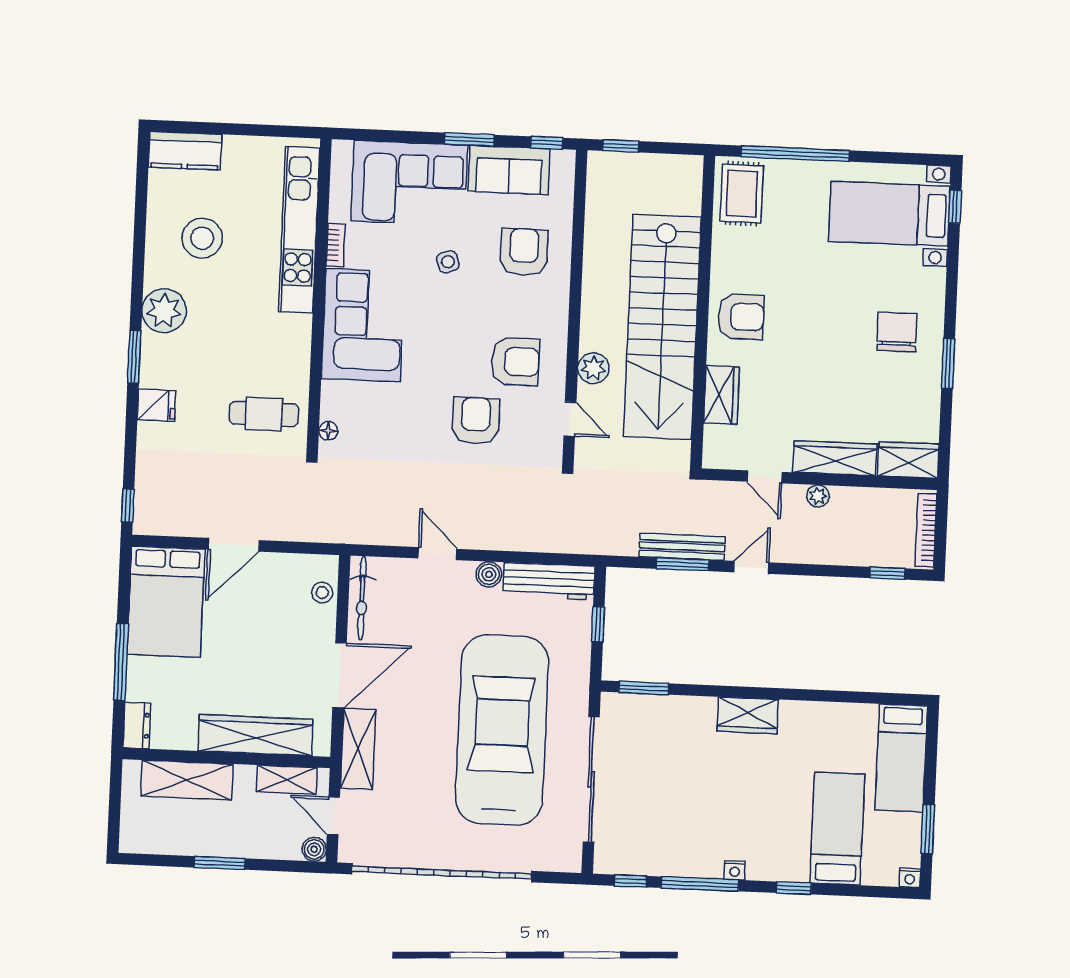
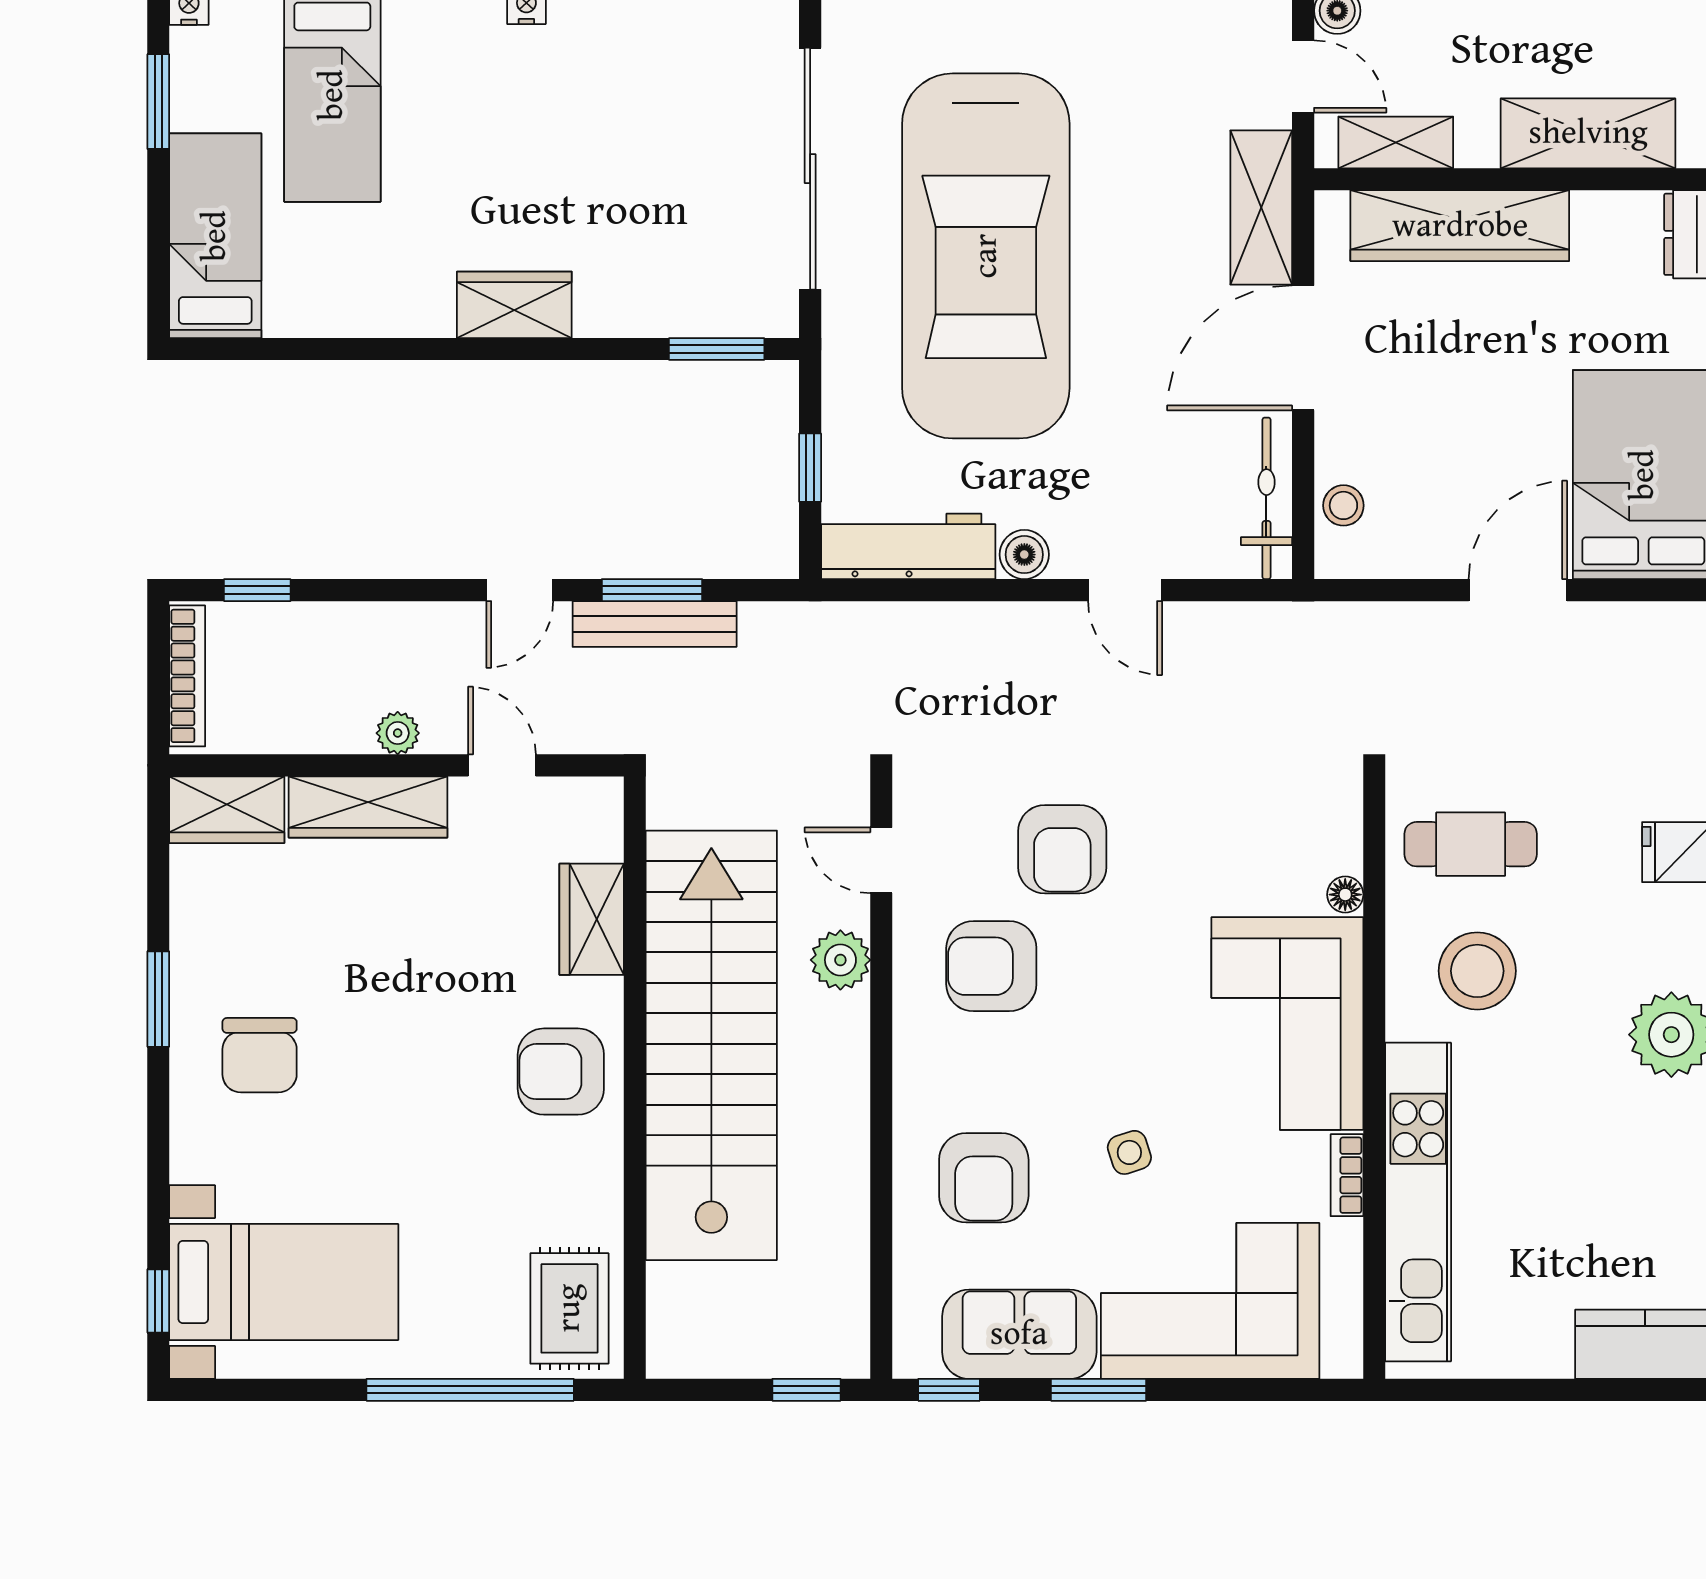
stool: (202, 238) -> (1477, 971), moved
floor lamp: (328, 431) -> (1345, 895), moved

